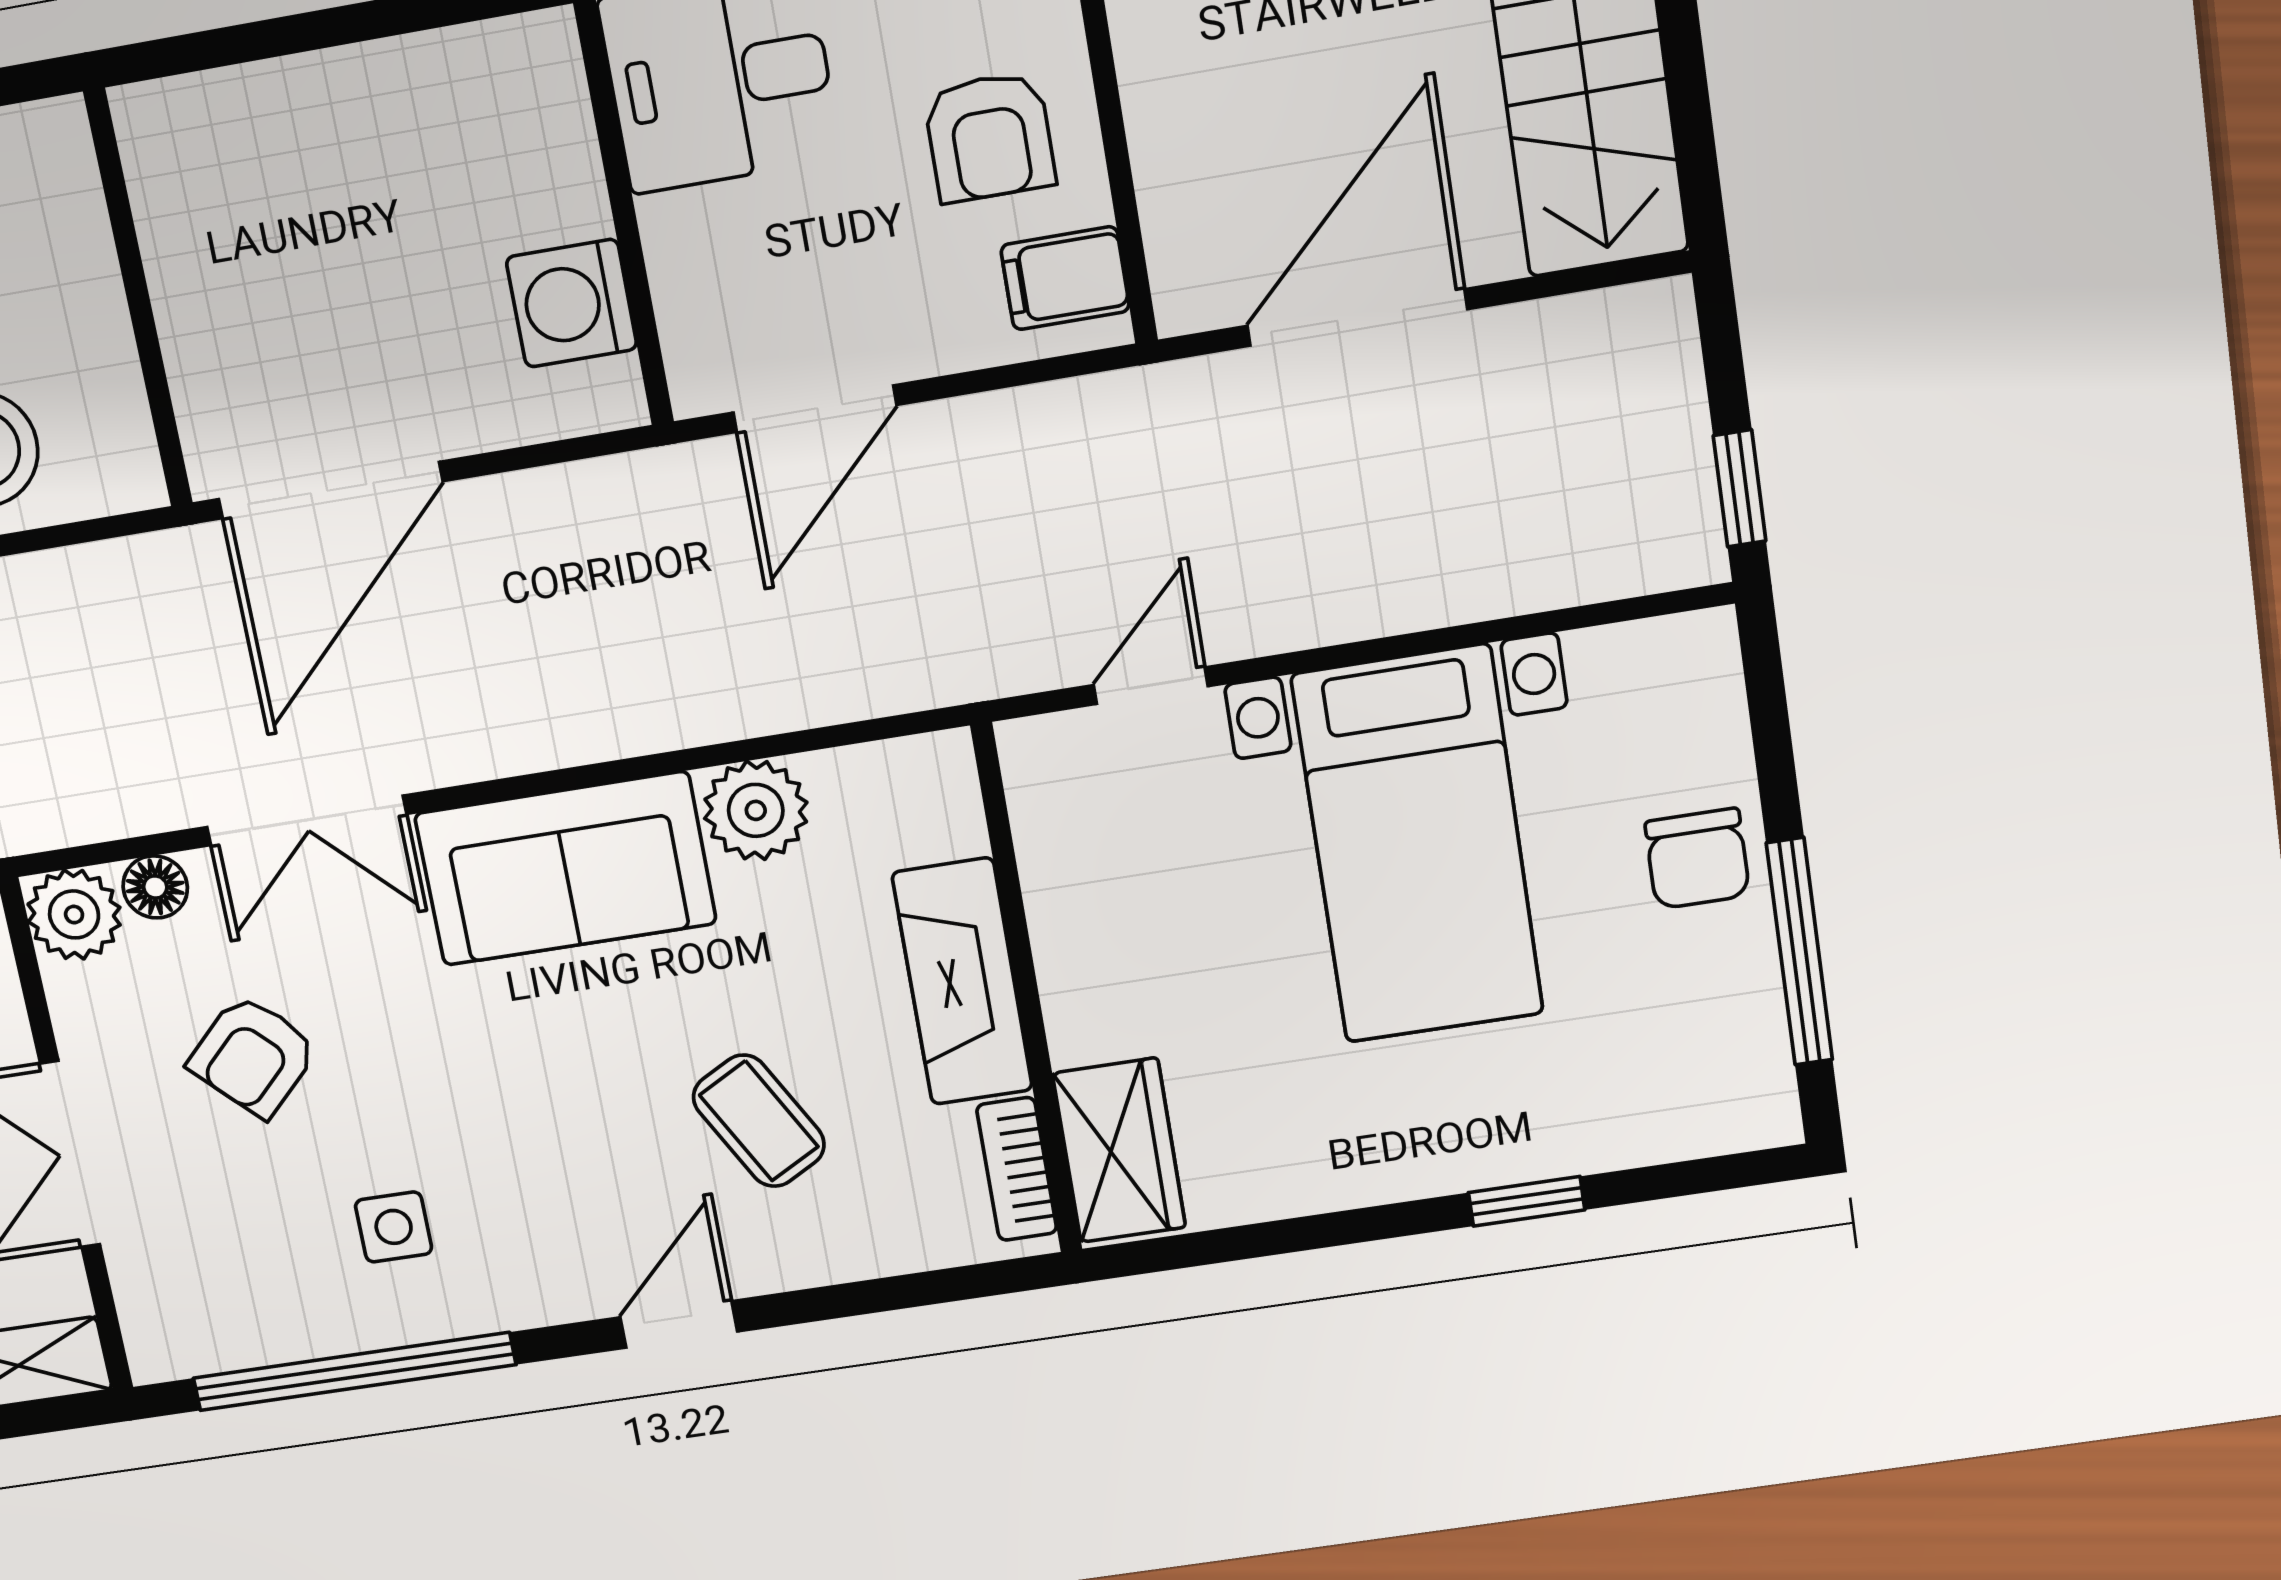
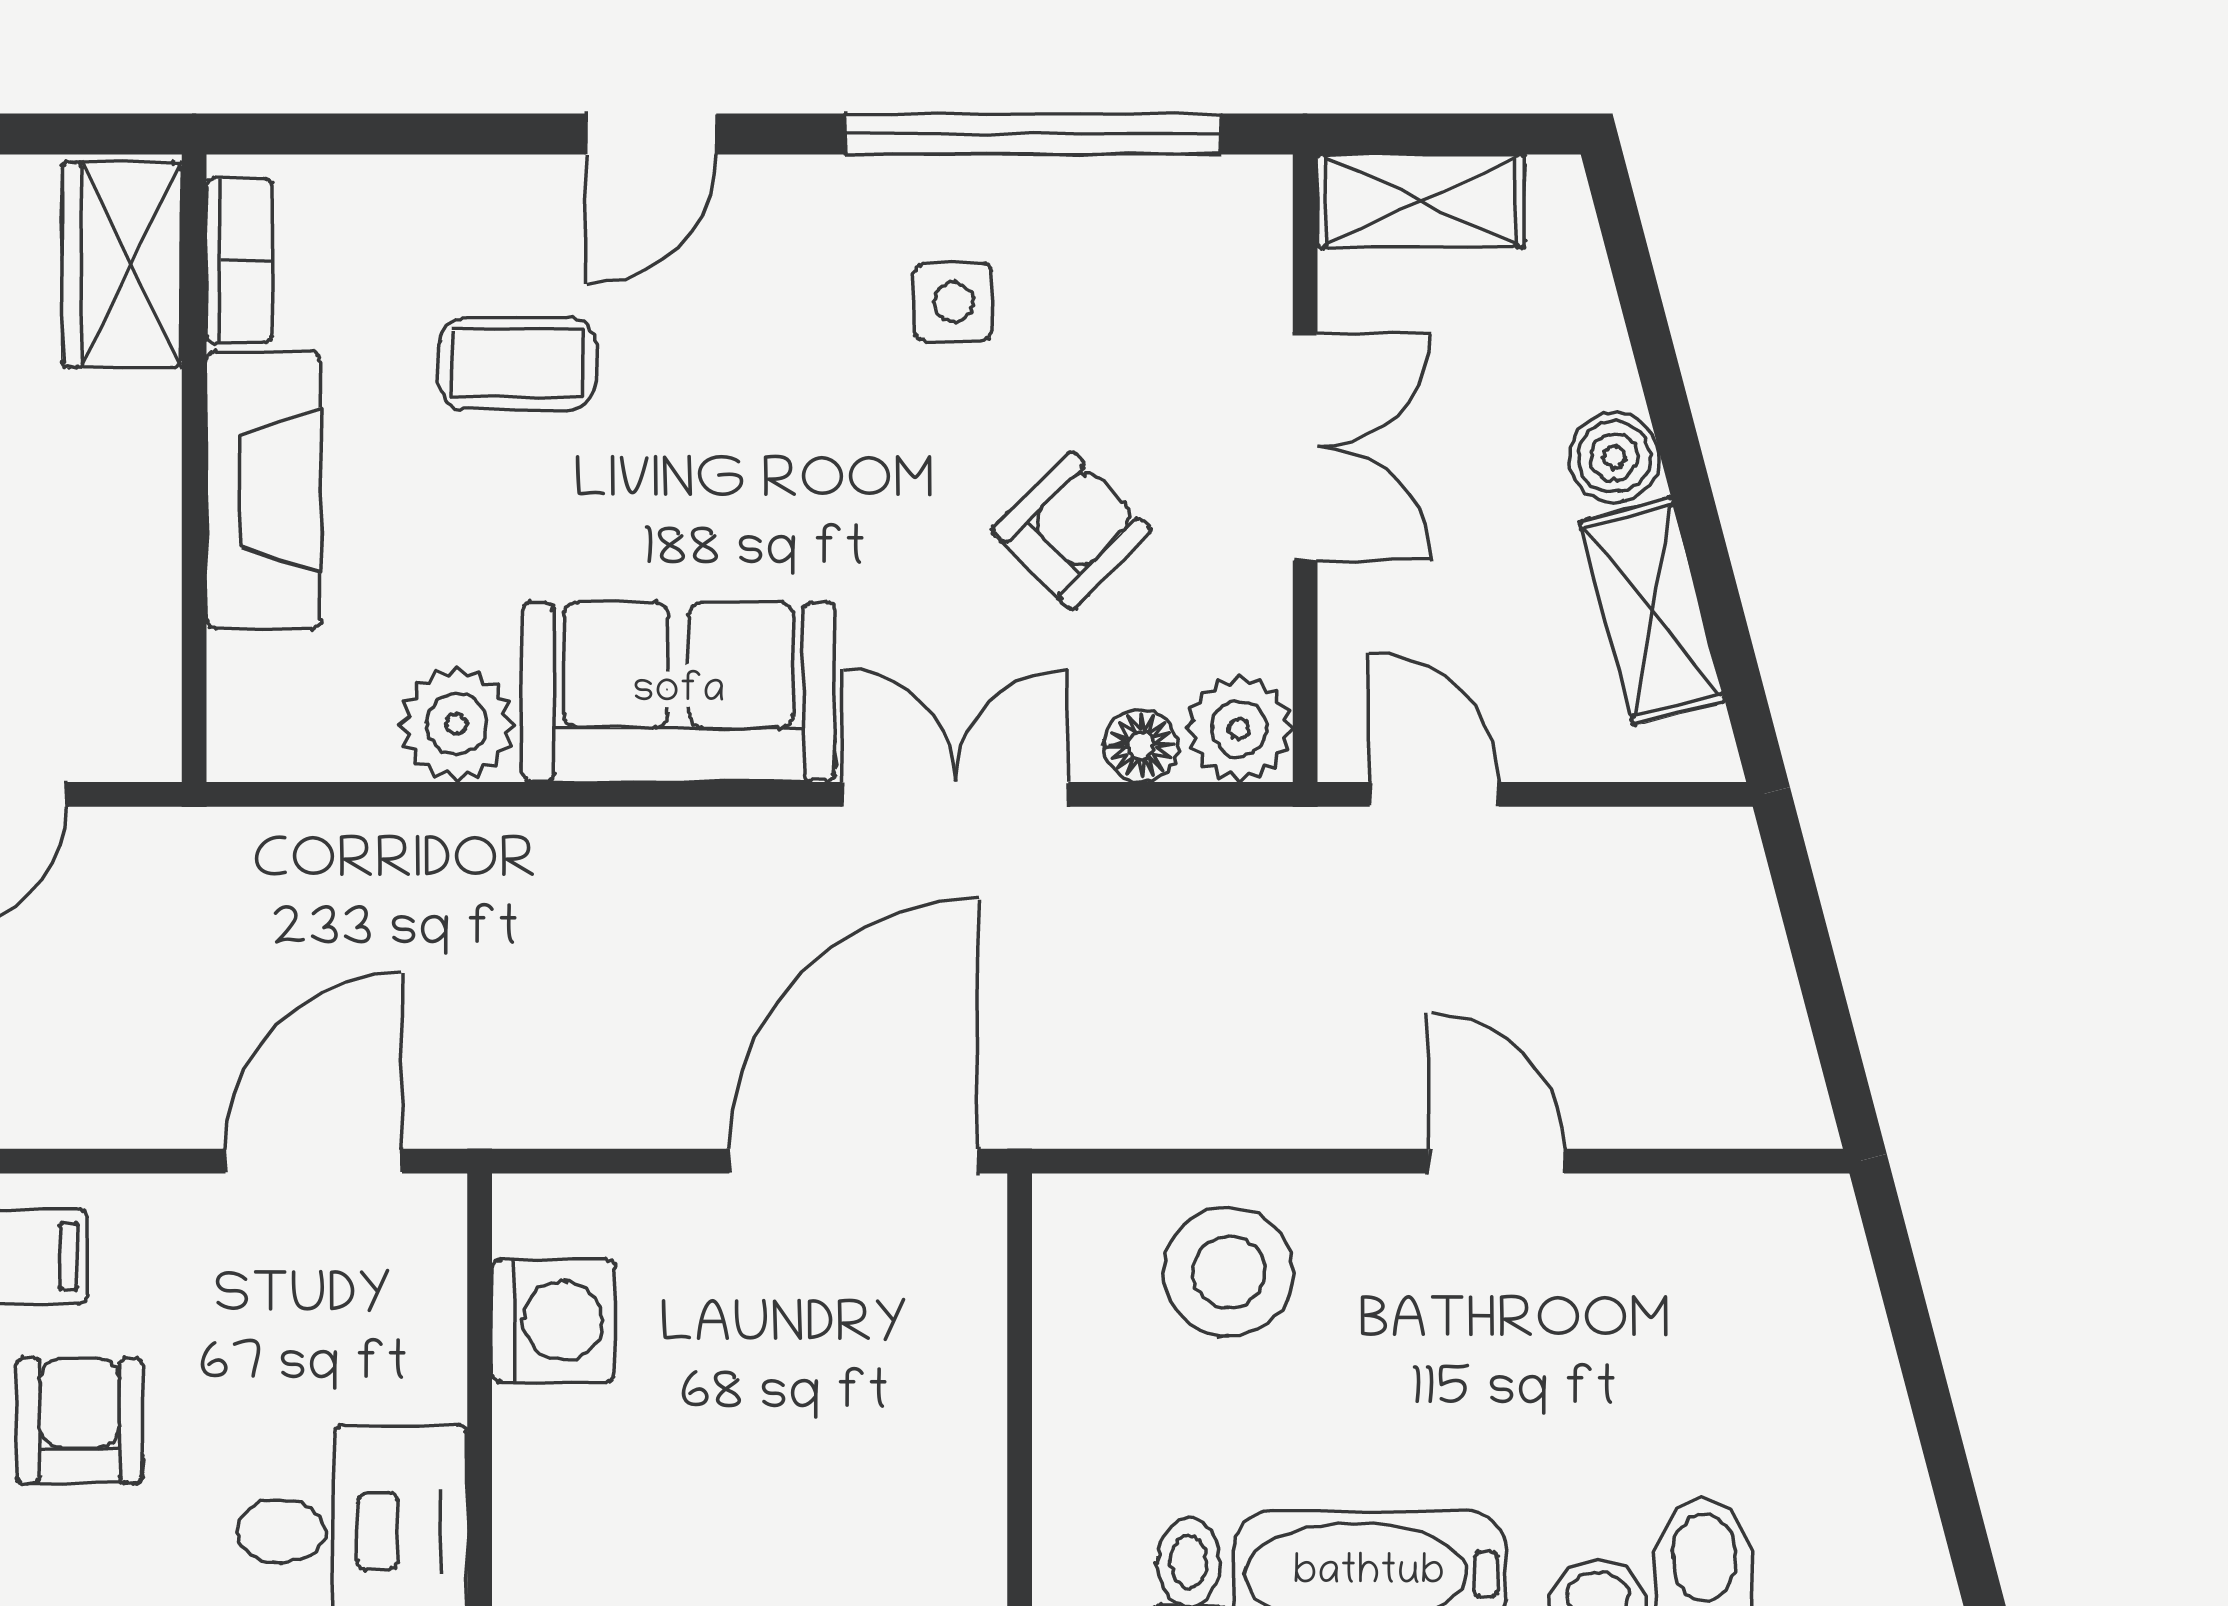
coffee table: (759, 1121) -> (517, 363), turned -61

